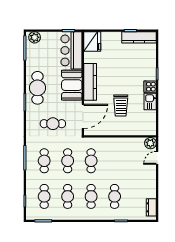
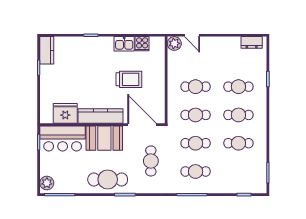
kitchen counter: (139, 37) -> (47, 50), width x0.67
fridge: (92, 42) -> (65, 113), moved
cooker: (150, 87) -> (142, 44), moved
cafe table: (44, 196) -> (196, 87), moved

